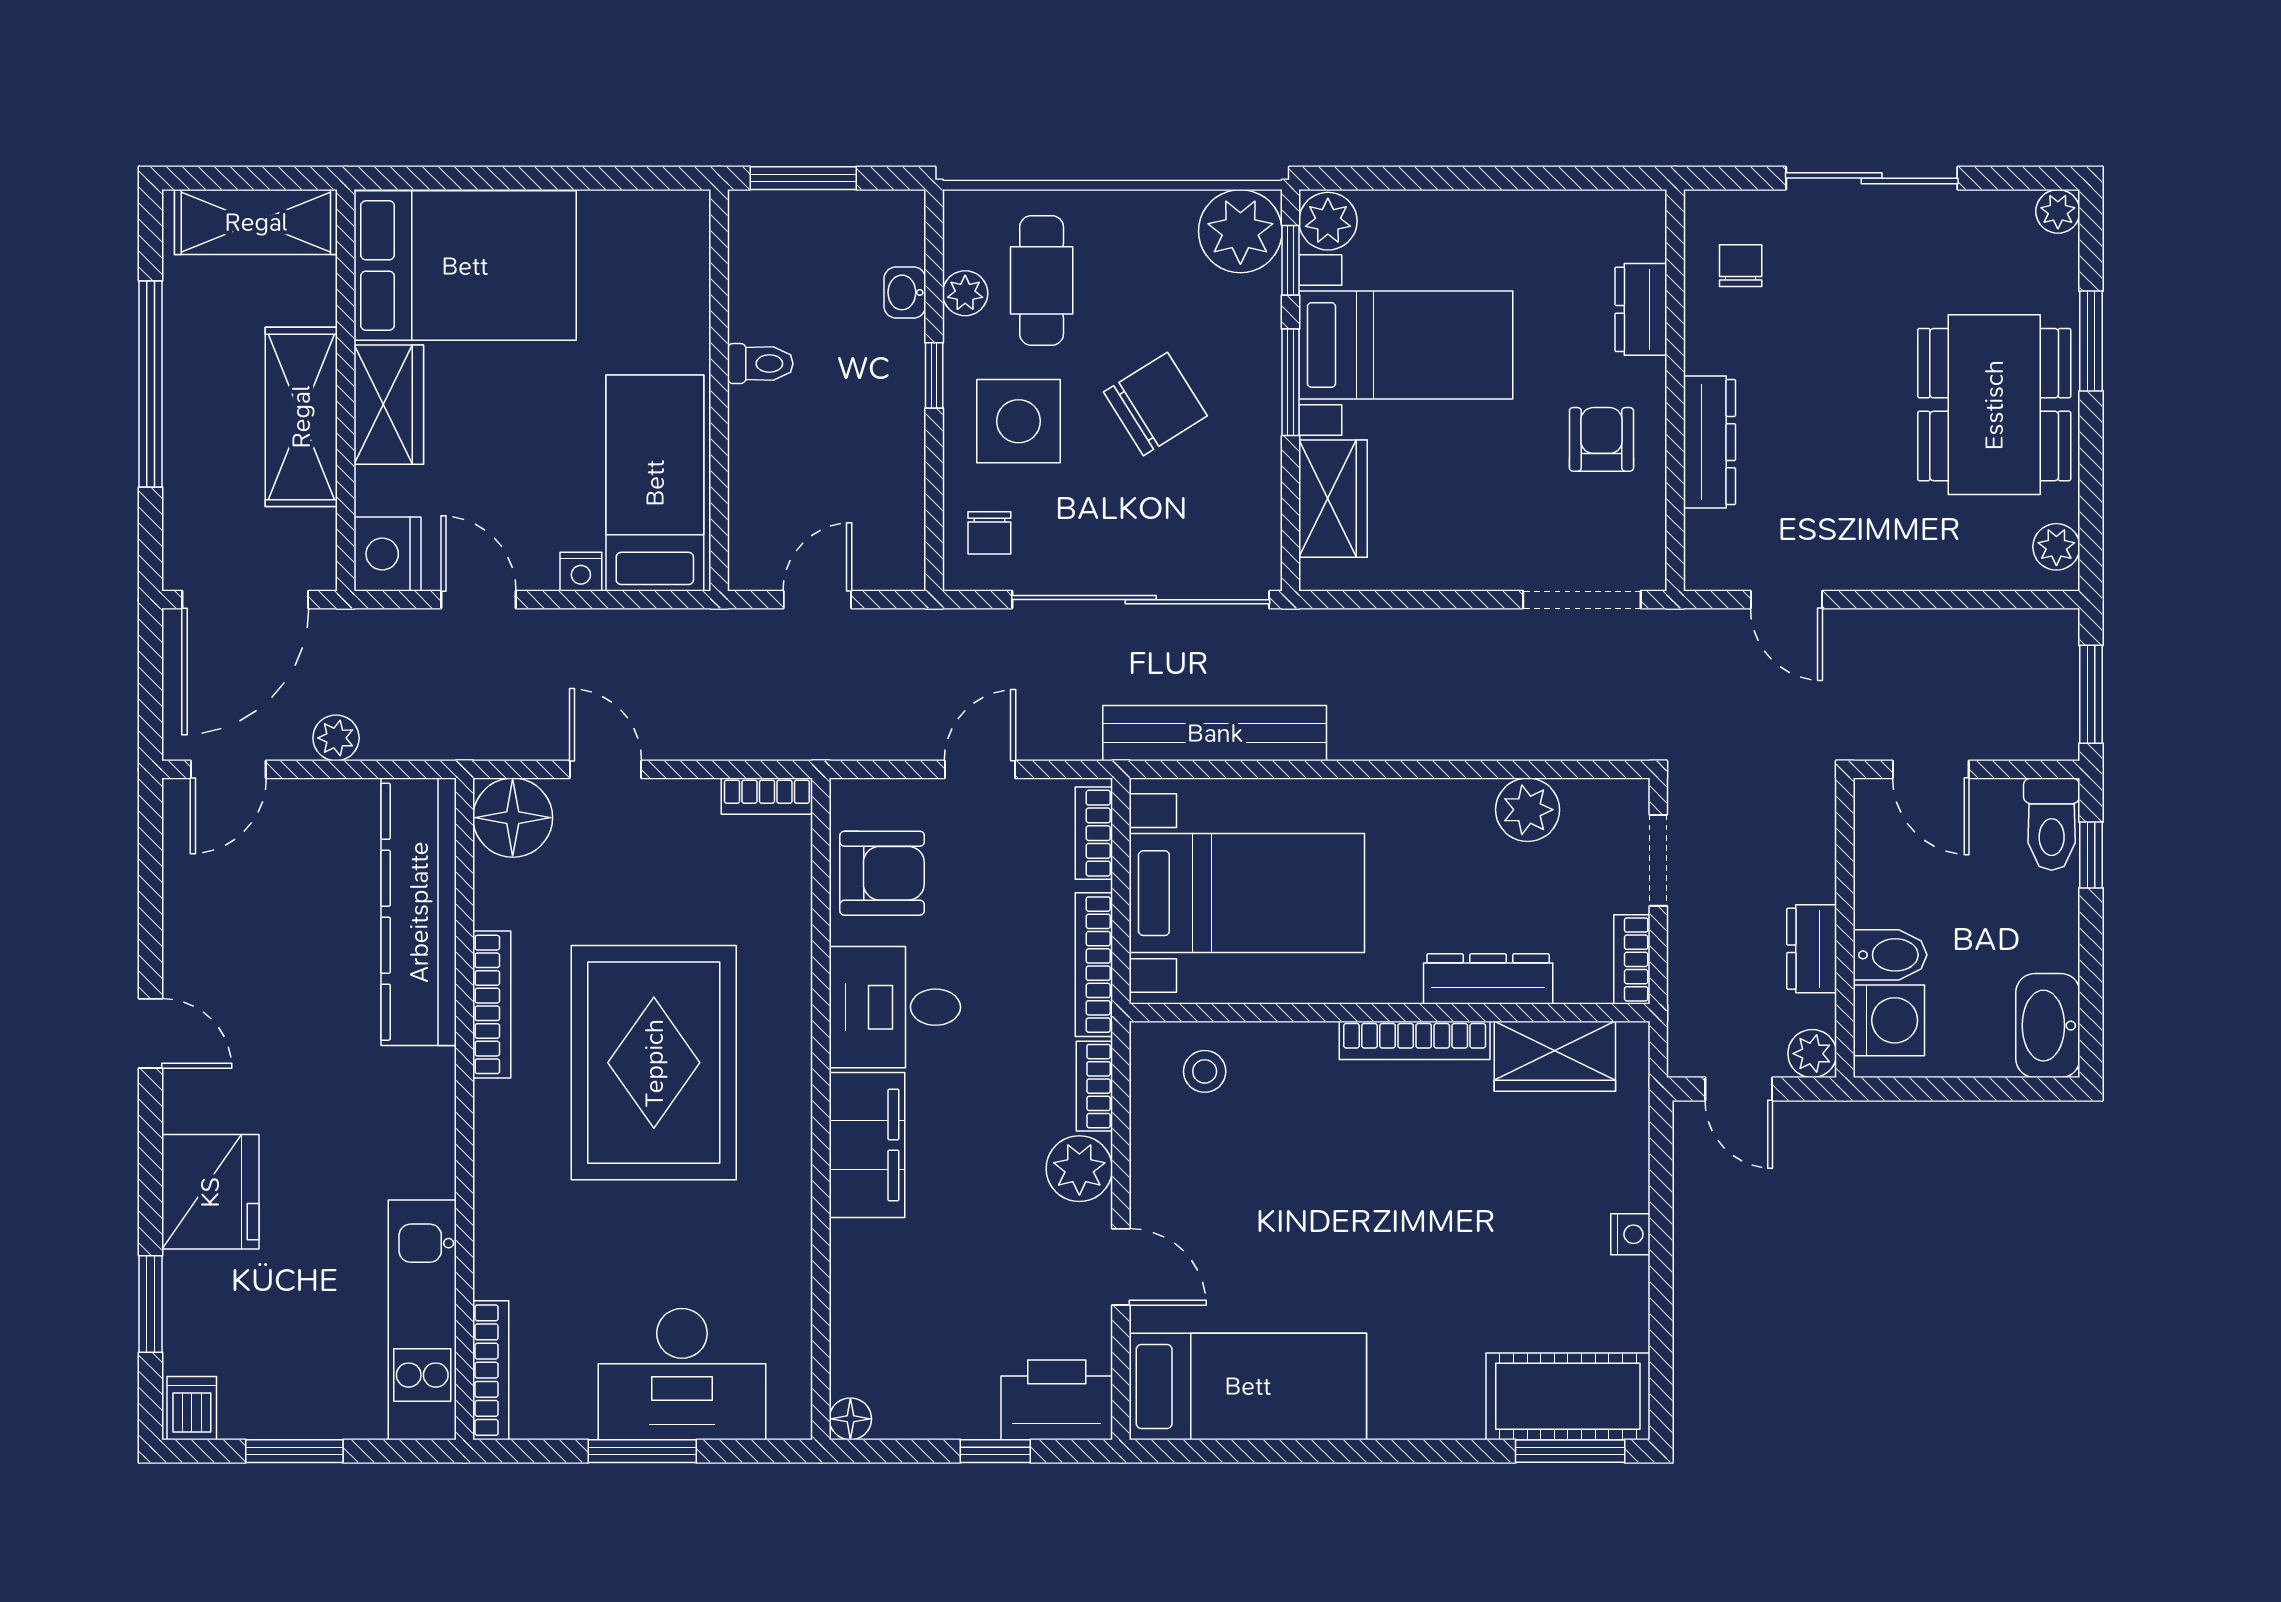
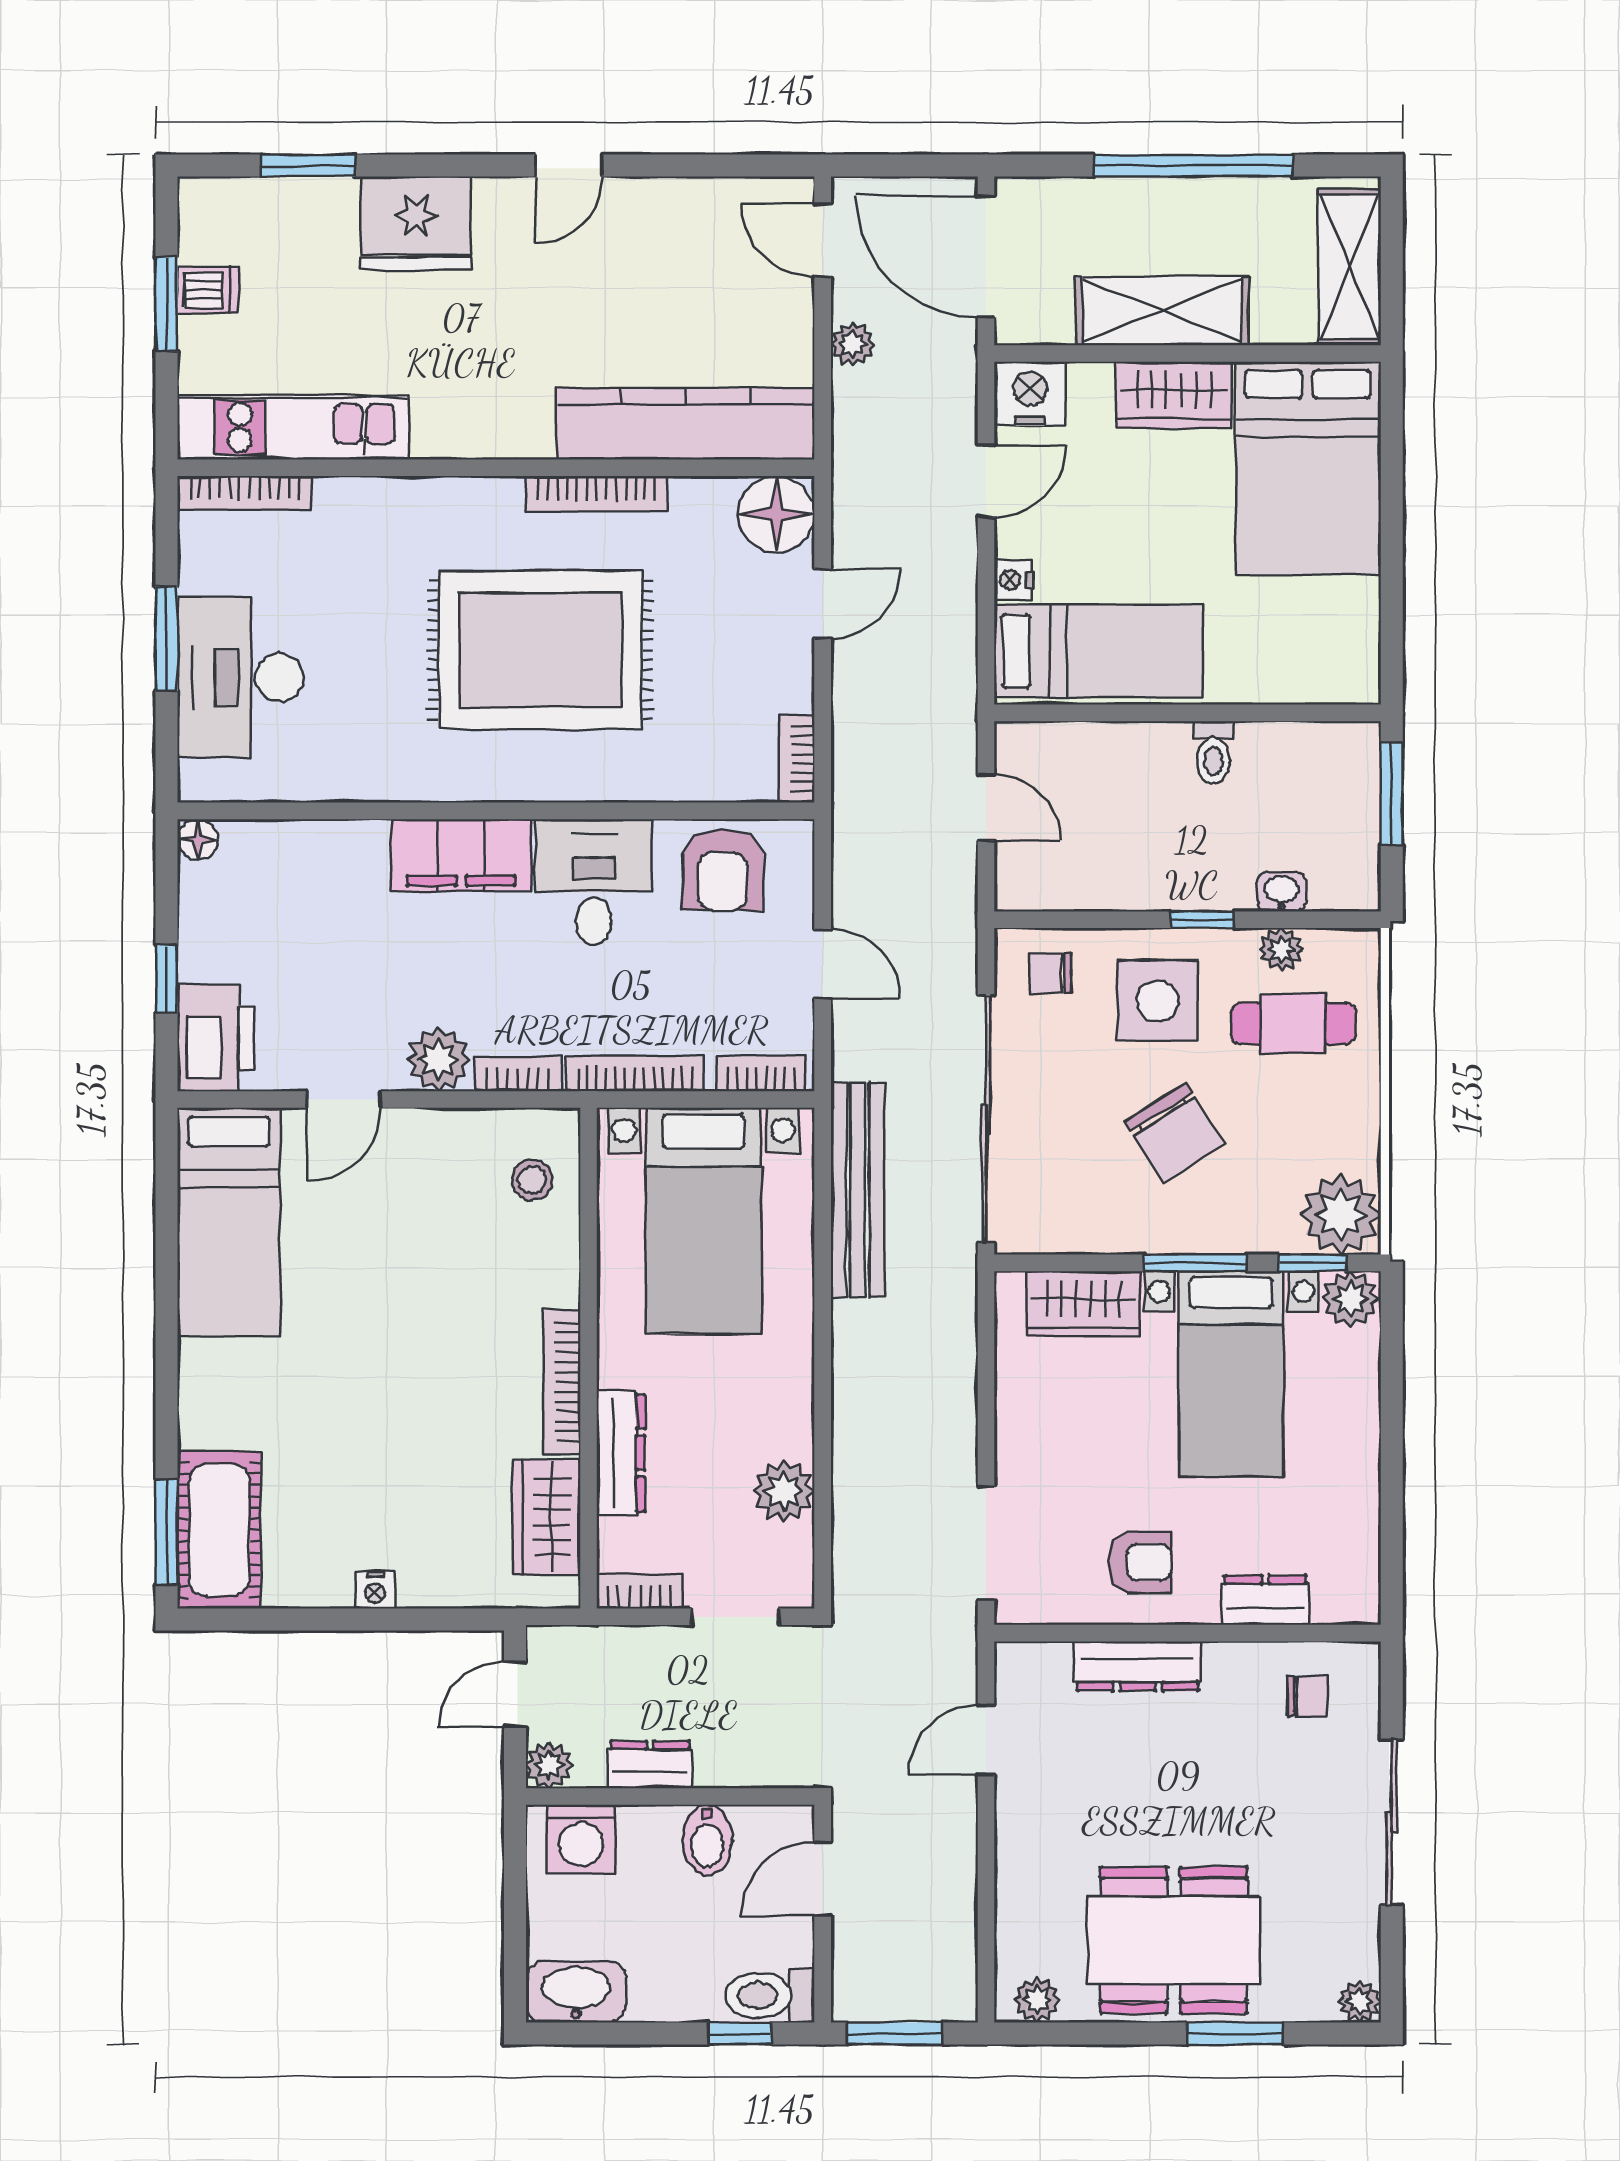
bidet: (1890, 955) -> (707, 1840), moved
dishwasher: (192, 1408) -> (208, 290), moved

